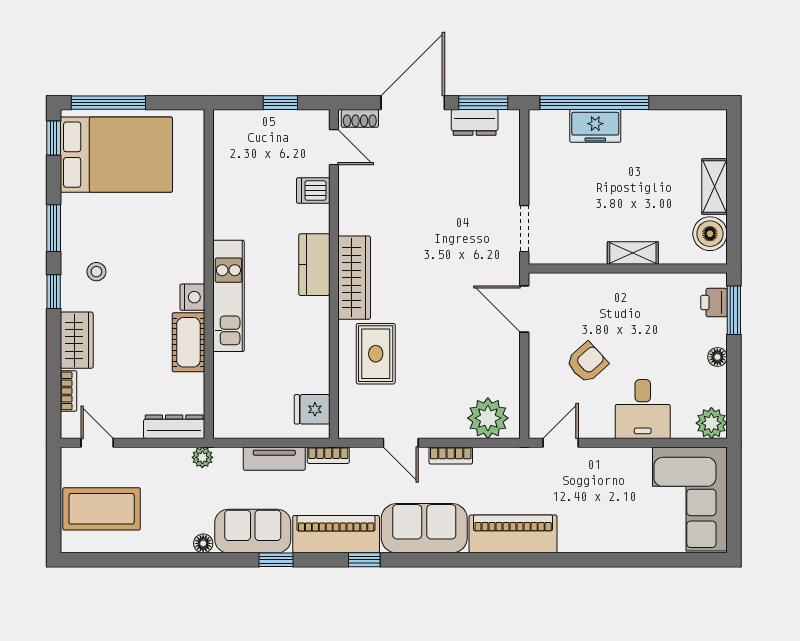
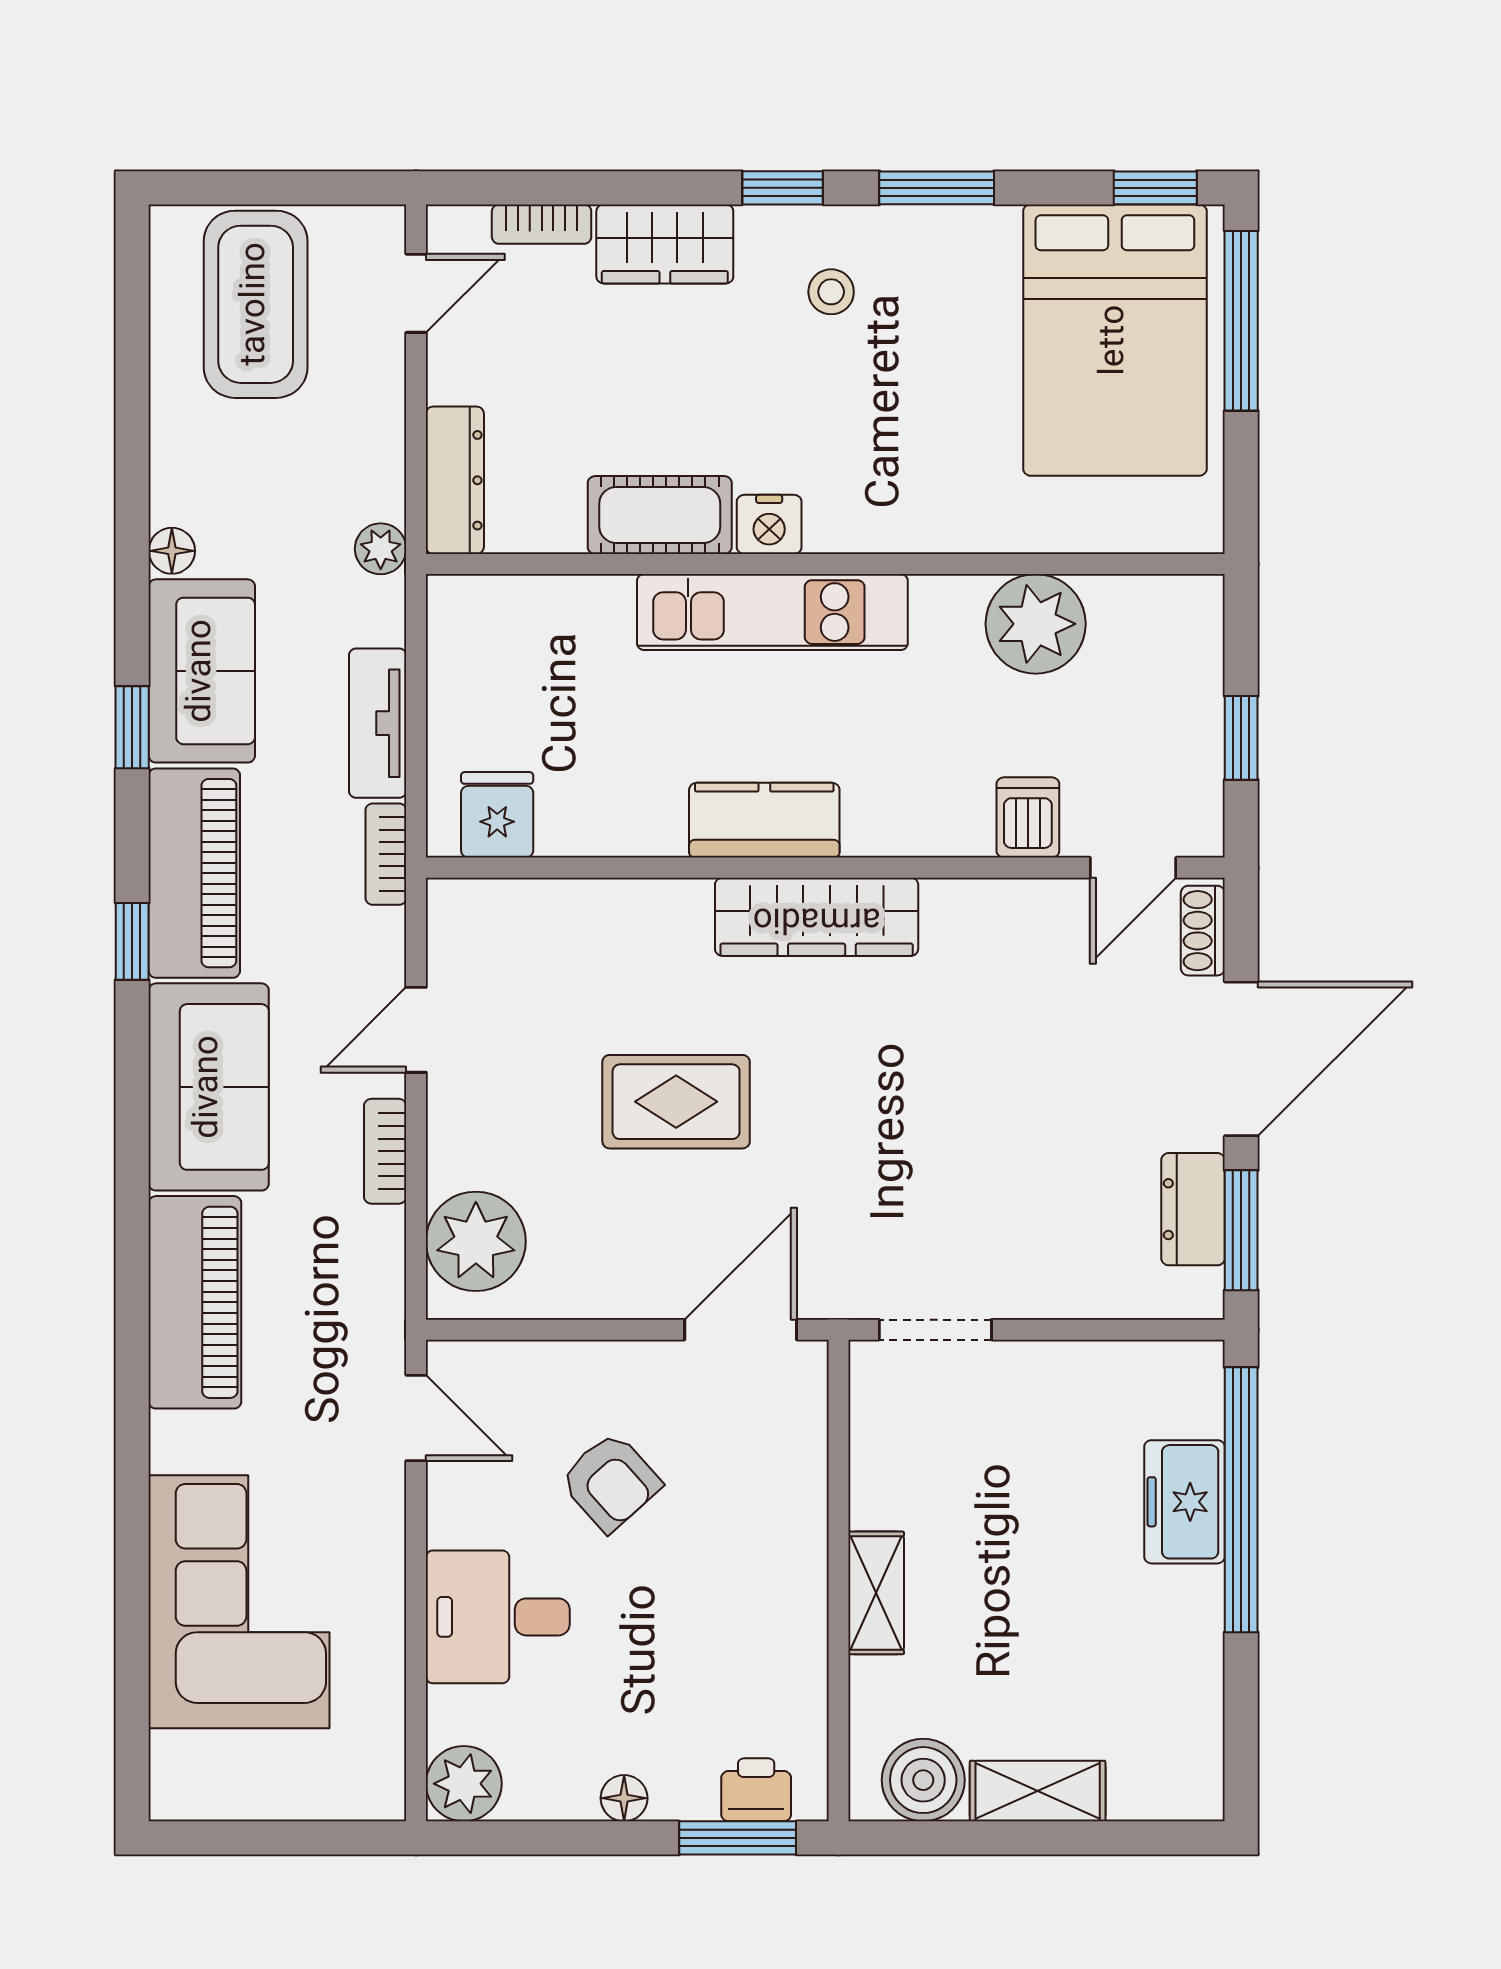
door: (413, 103) -> (1241, 1059), hinge flipped
plant: (233, 187) -> (1036, 624), added
kitchen counter: (314, 265) -> (764, 820), moved
rug: (376, 354) -> (676, 1102), moved
corner sofa: (690, 499) -> (239, 1602), moved, turned 90

